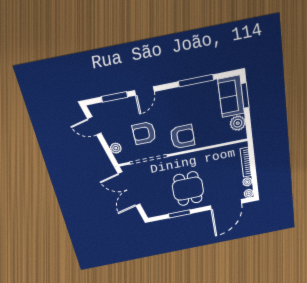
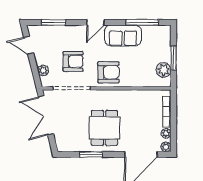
window: (196, 81) -> (142, 22), moved
door: (144, 91) -> (95, 22), moved
window: (245, 96) -> (173, 58), moved
sofa: (231, 97) -> (123, 36), moved, turned -90
armchair: (144, 133) -> (73, 61), turned 180

